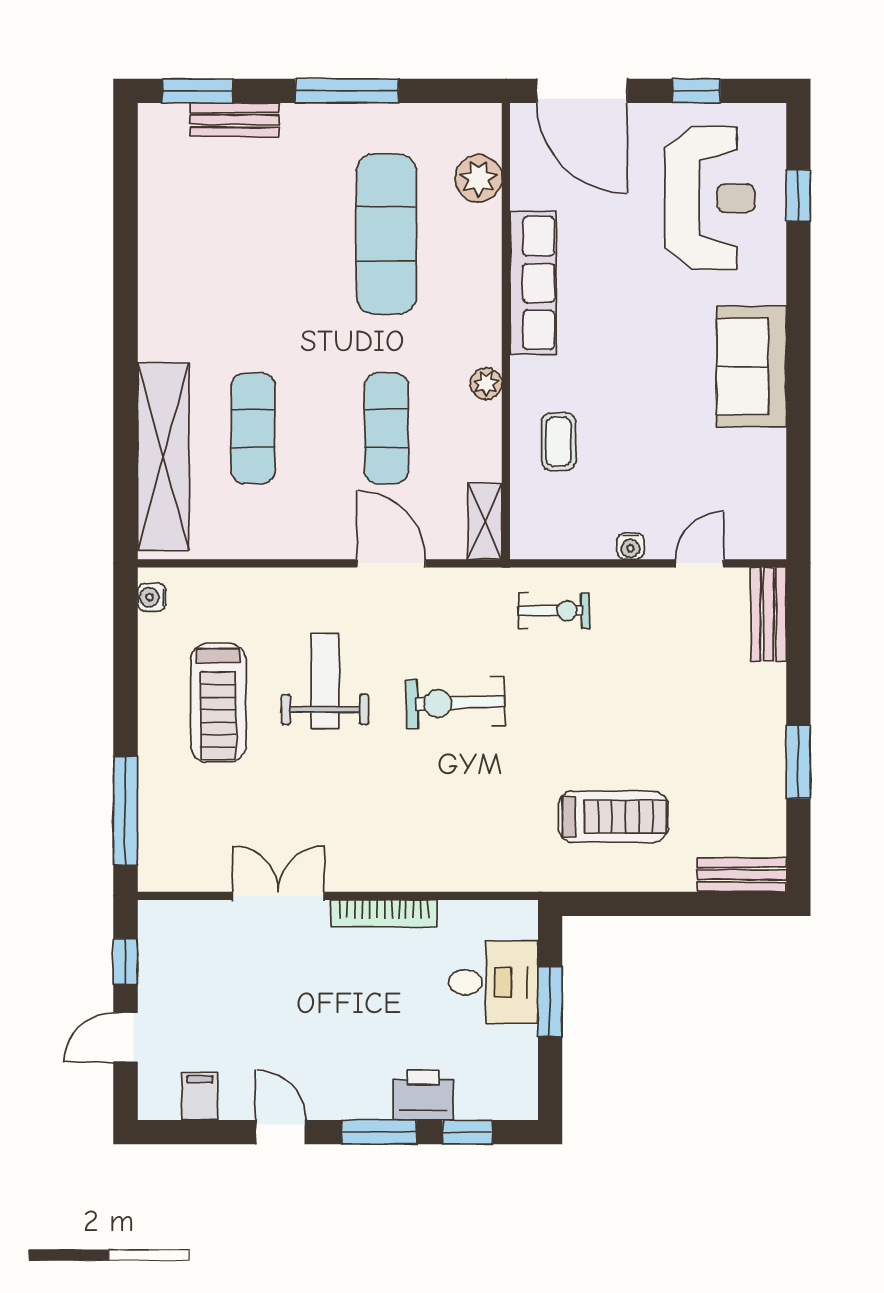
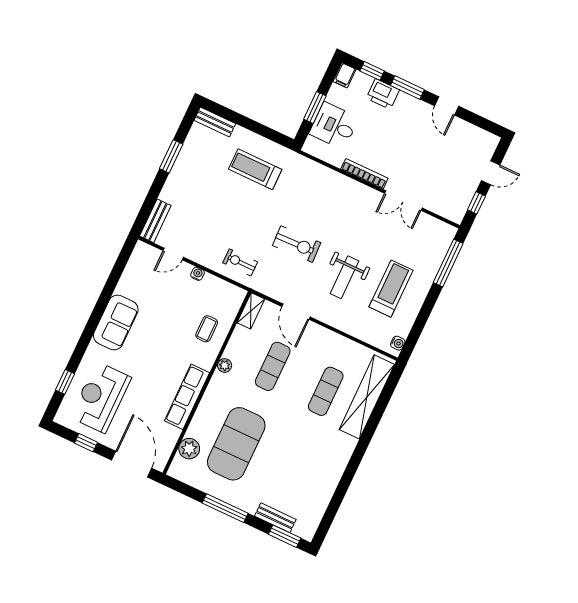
exercise mat: (386, 234) -> (236, 444), width x1.47
filing cabinet: (200, 1096) -> (345, 75), moved

